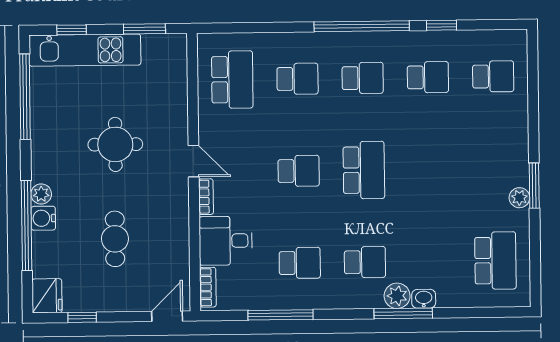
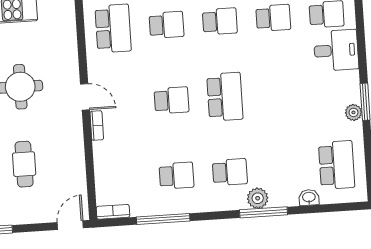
desk: (226, 241) -> (336, 50), moved, turned 180
bookcase: (208, 287) -> (113, 212), moved, turned -90
washbasin: (424, 299) -> (309, 198), moved

